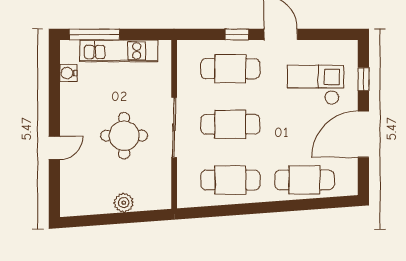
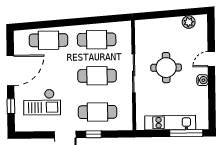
water cooler: (68, 73) -> (202, 80), moved
plant: (124, 203) -> (189, 22), moved

